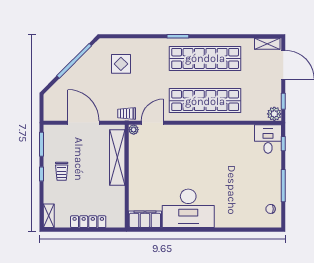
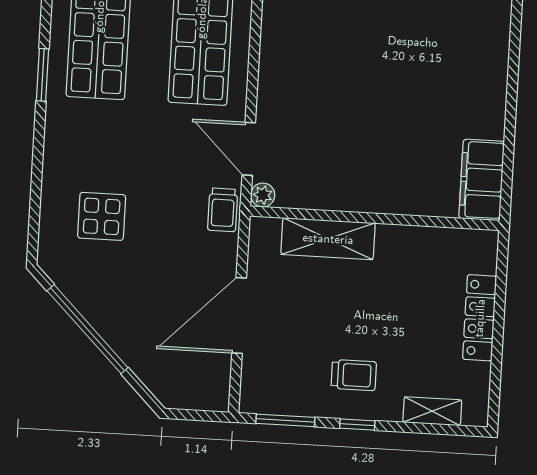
shelving: (117, 157) -> (328, 239), width x0.68
desk: (188, 208) -> (461, 74), removed
shelving: (49, 216) -> (432, 411), moved

